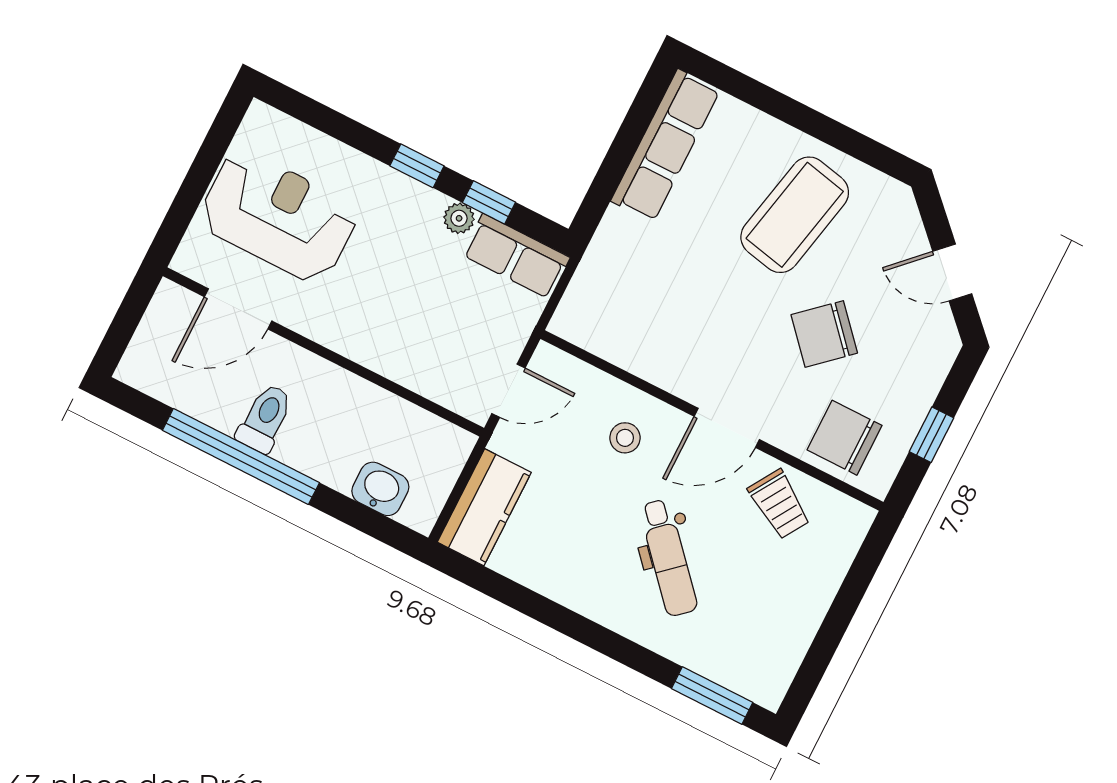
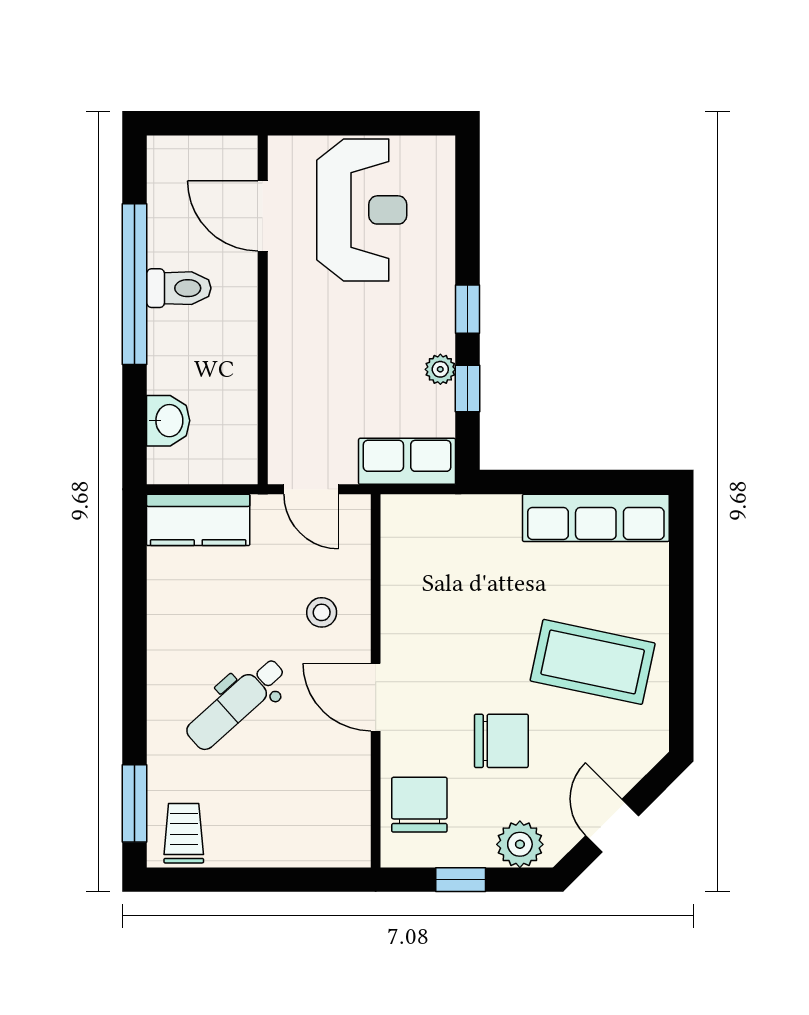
row of seats: (516, 256) -> (407, 461), moved, turned 90
chair: (824, 334) -> (501, 741), turned 132
plant: (927, 365) -> (520, 844), added
trolley: (779, 504) -> (184, 833), moved, turned 148

